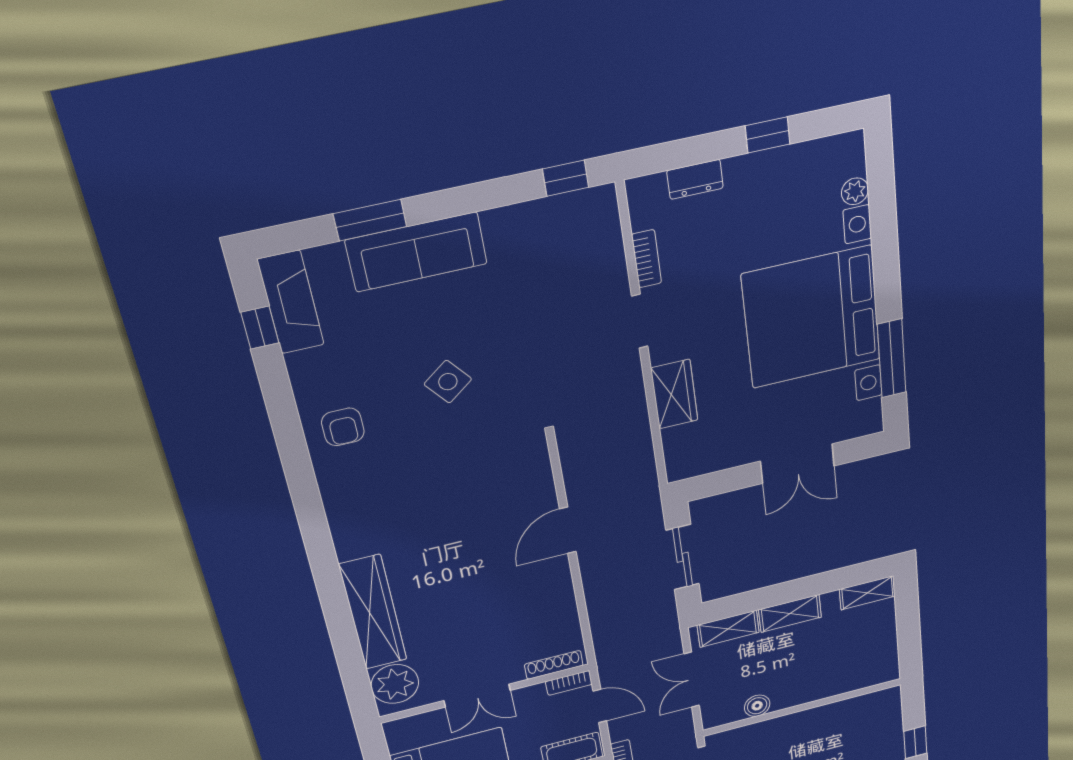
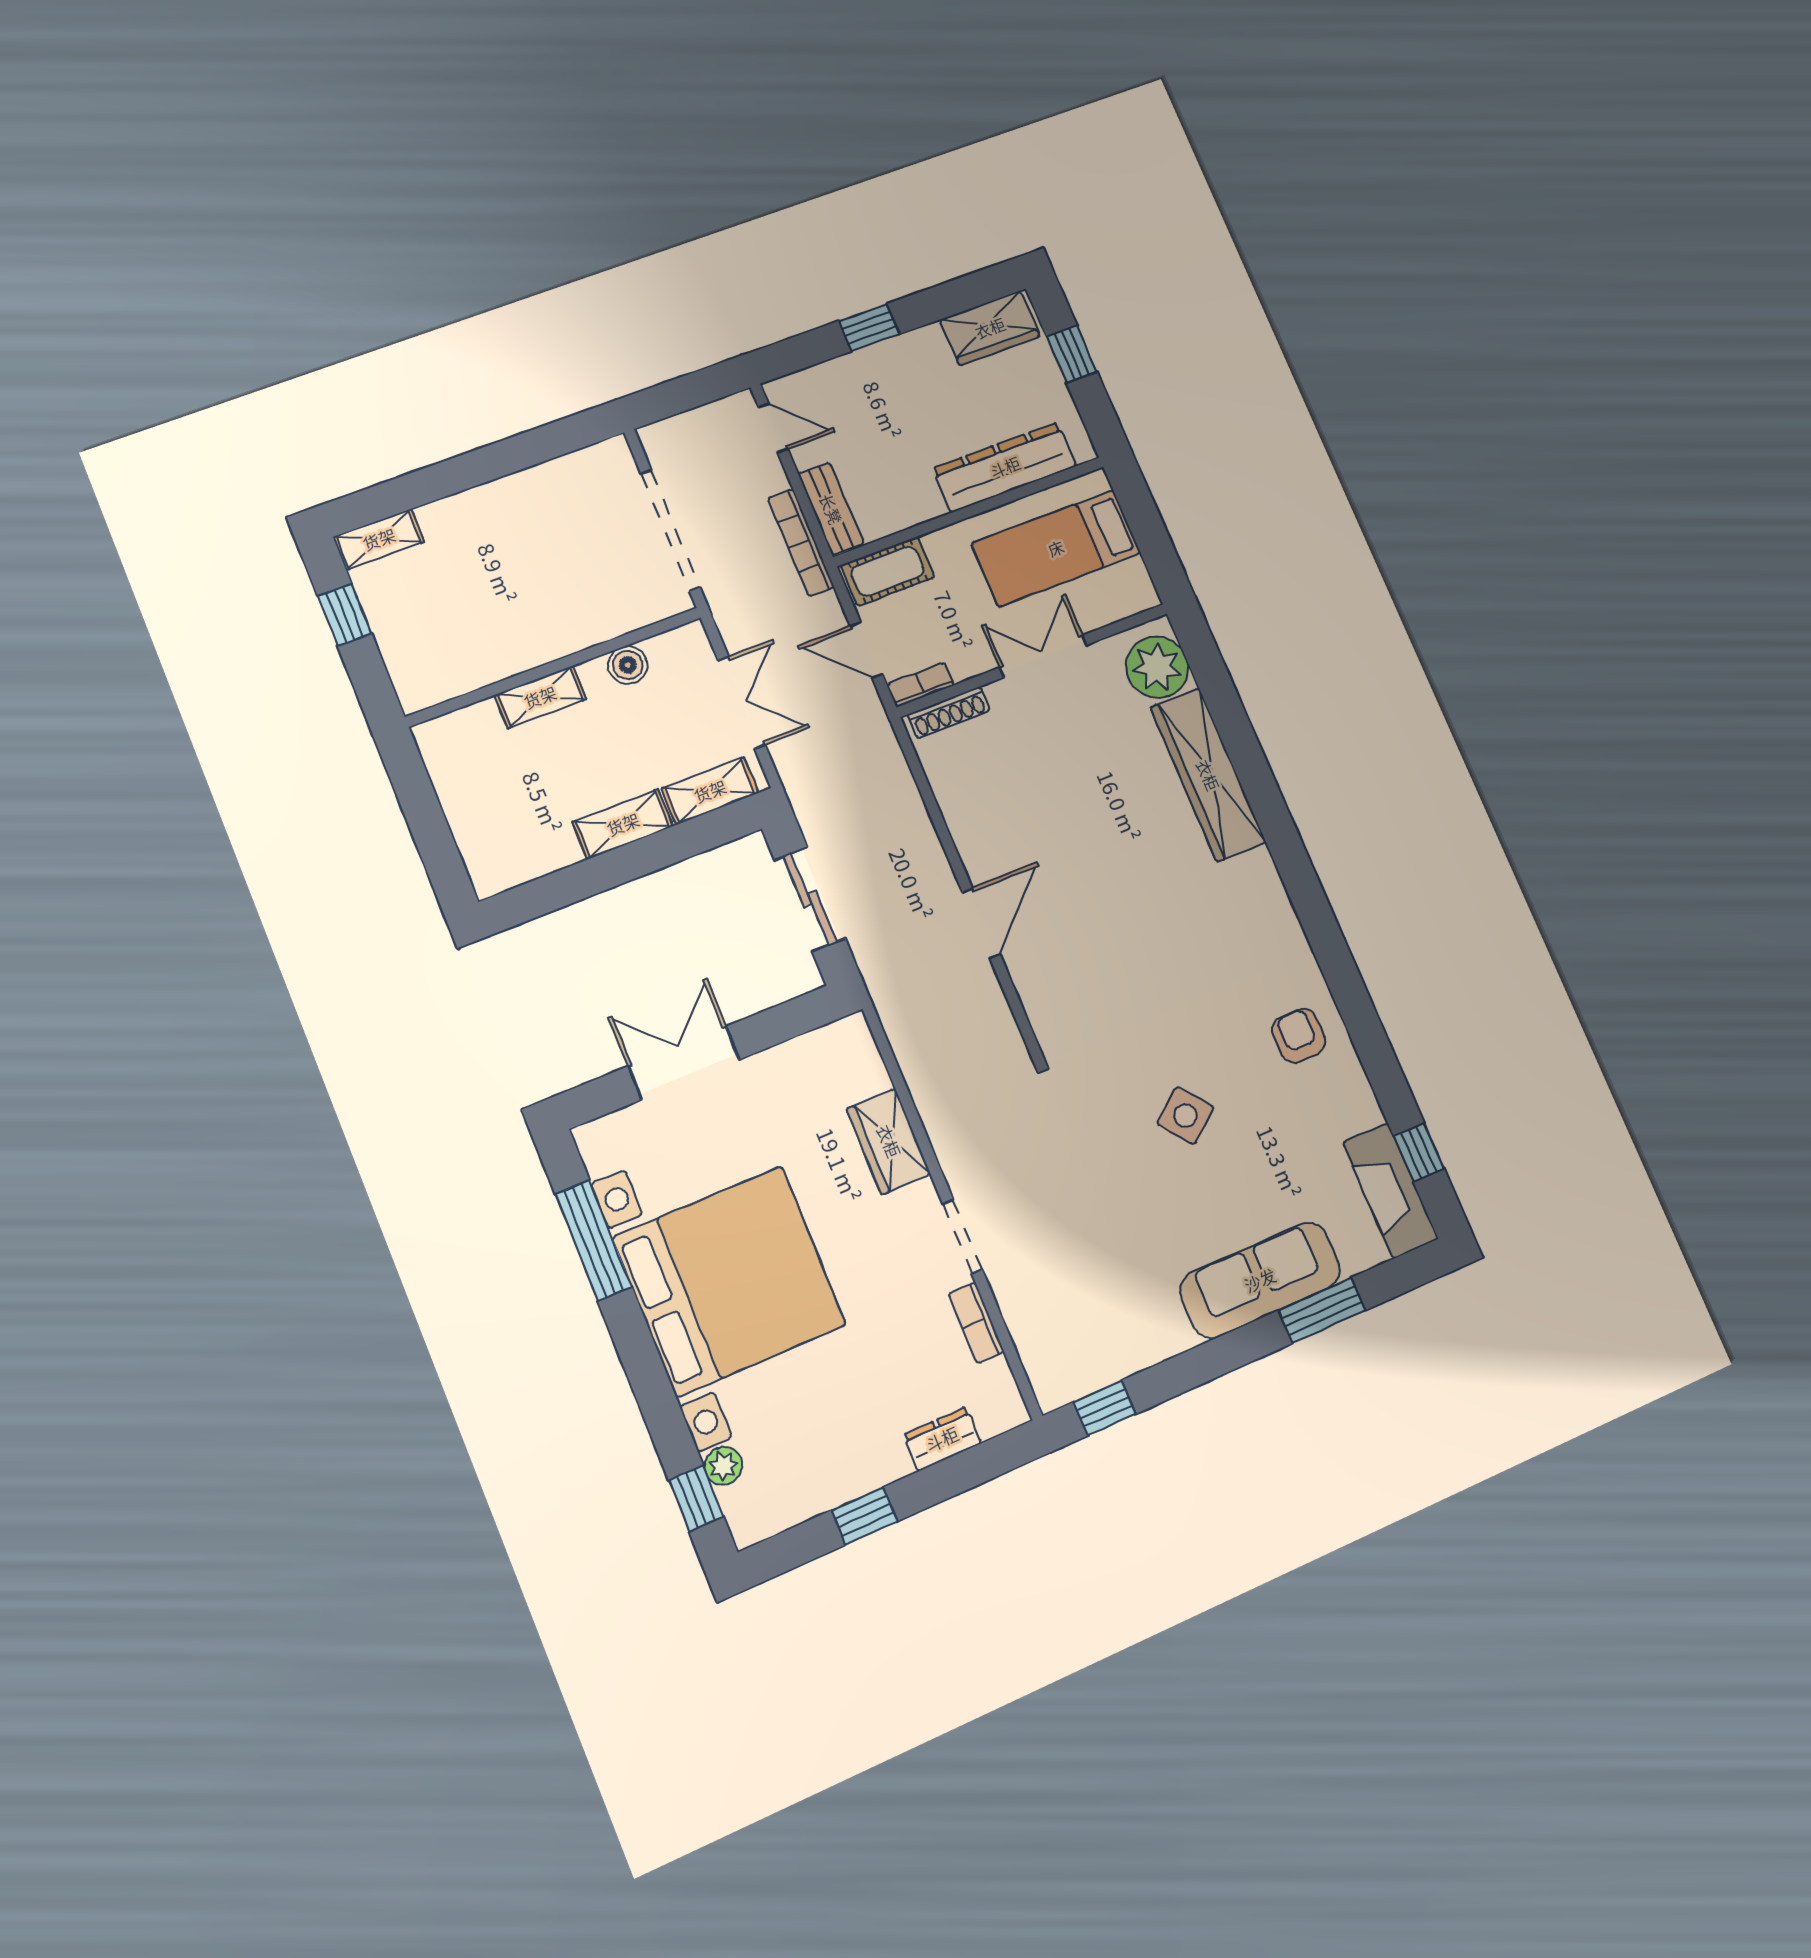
window: (880, 172) -> (696, 1498), added
shelving: (867, 593) -> (540, 697), moved

